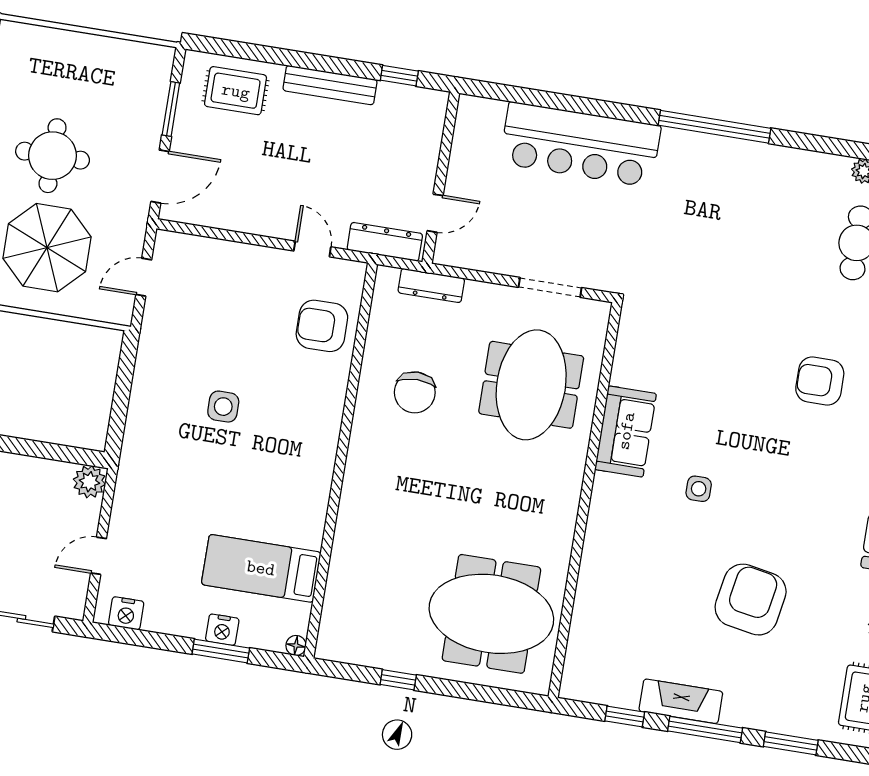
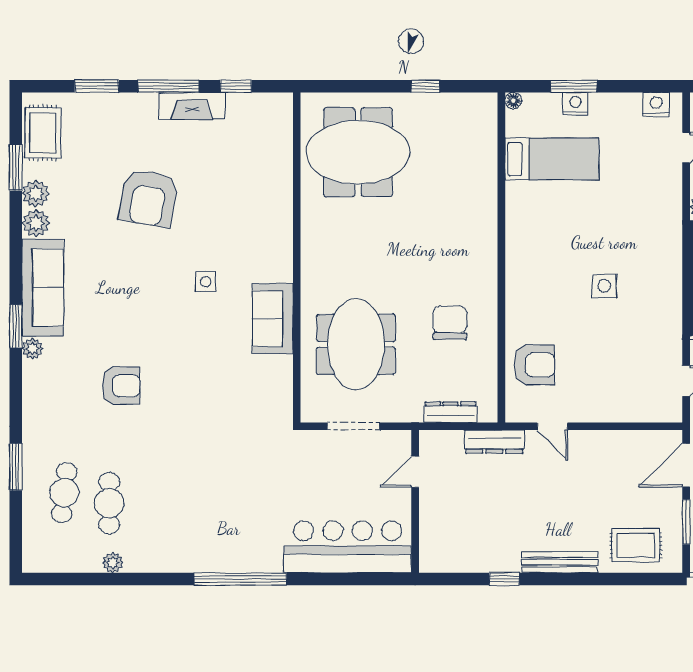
wall: (441, 178) -> (415, 501), moved
door: (435, 213) -> (415, 472), moved

